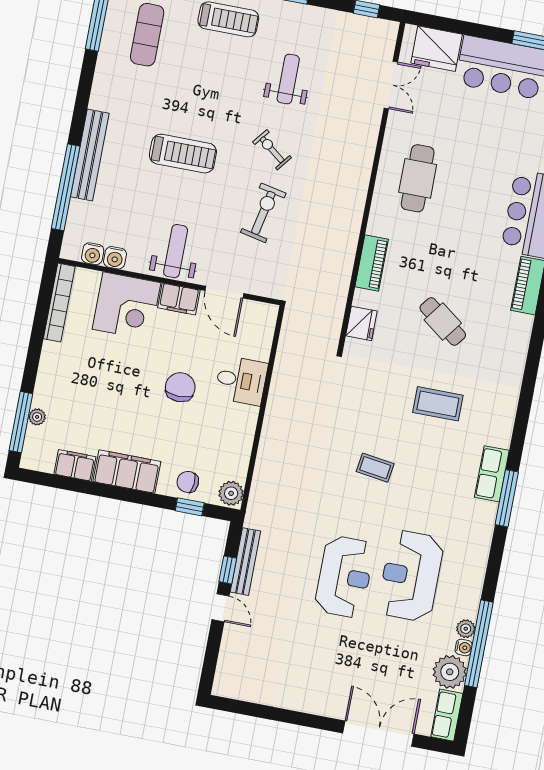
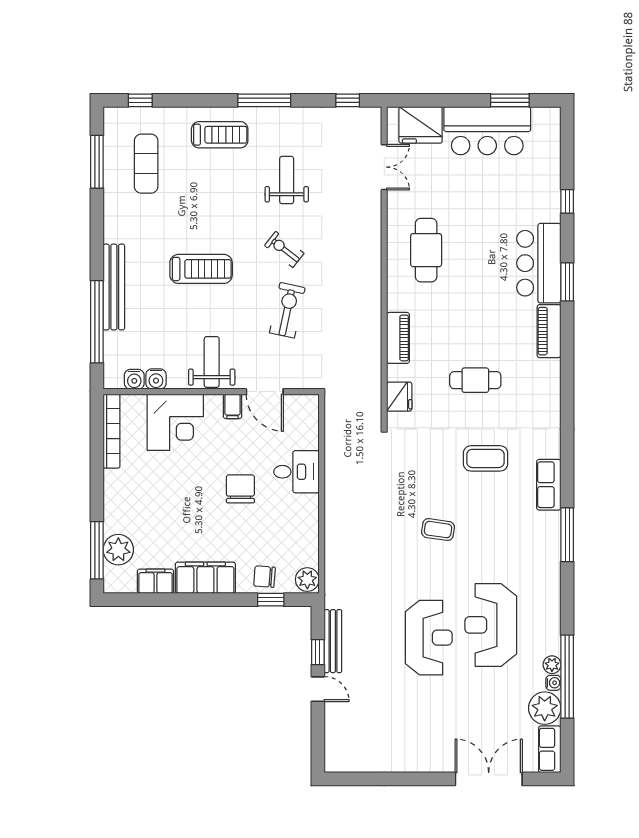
filing cabinet: (179, 299) -> (232, 406), width x0.50
cafe table: (443, 321) -> (475, 380), turned -37
plant: (37, 417) -> (118, 550), width x1.87, depth x1.87
row of seats: (492, 474) -> (549, 485), moved

